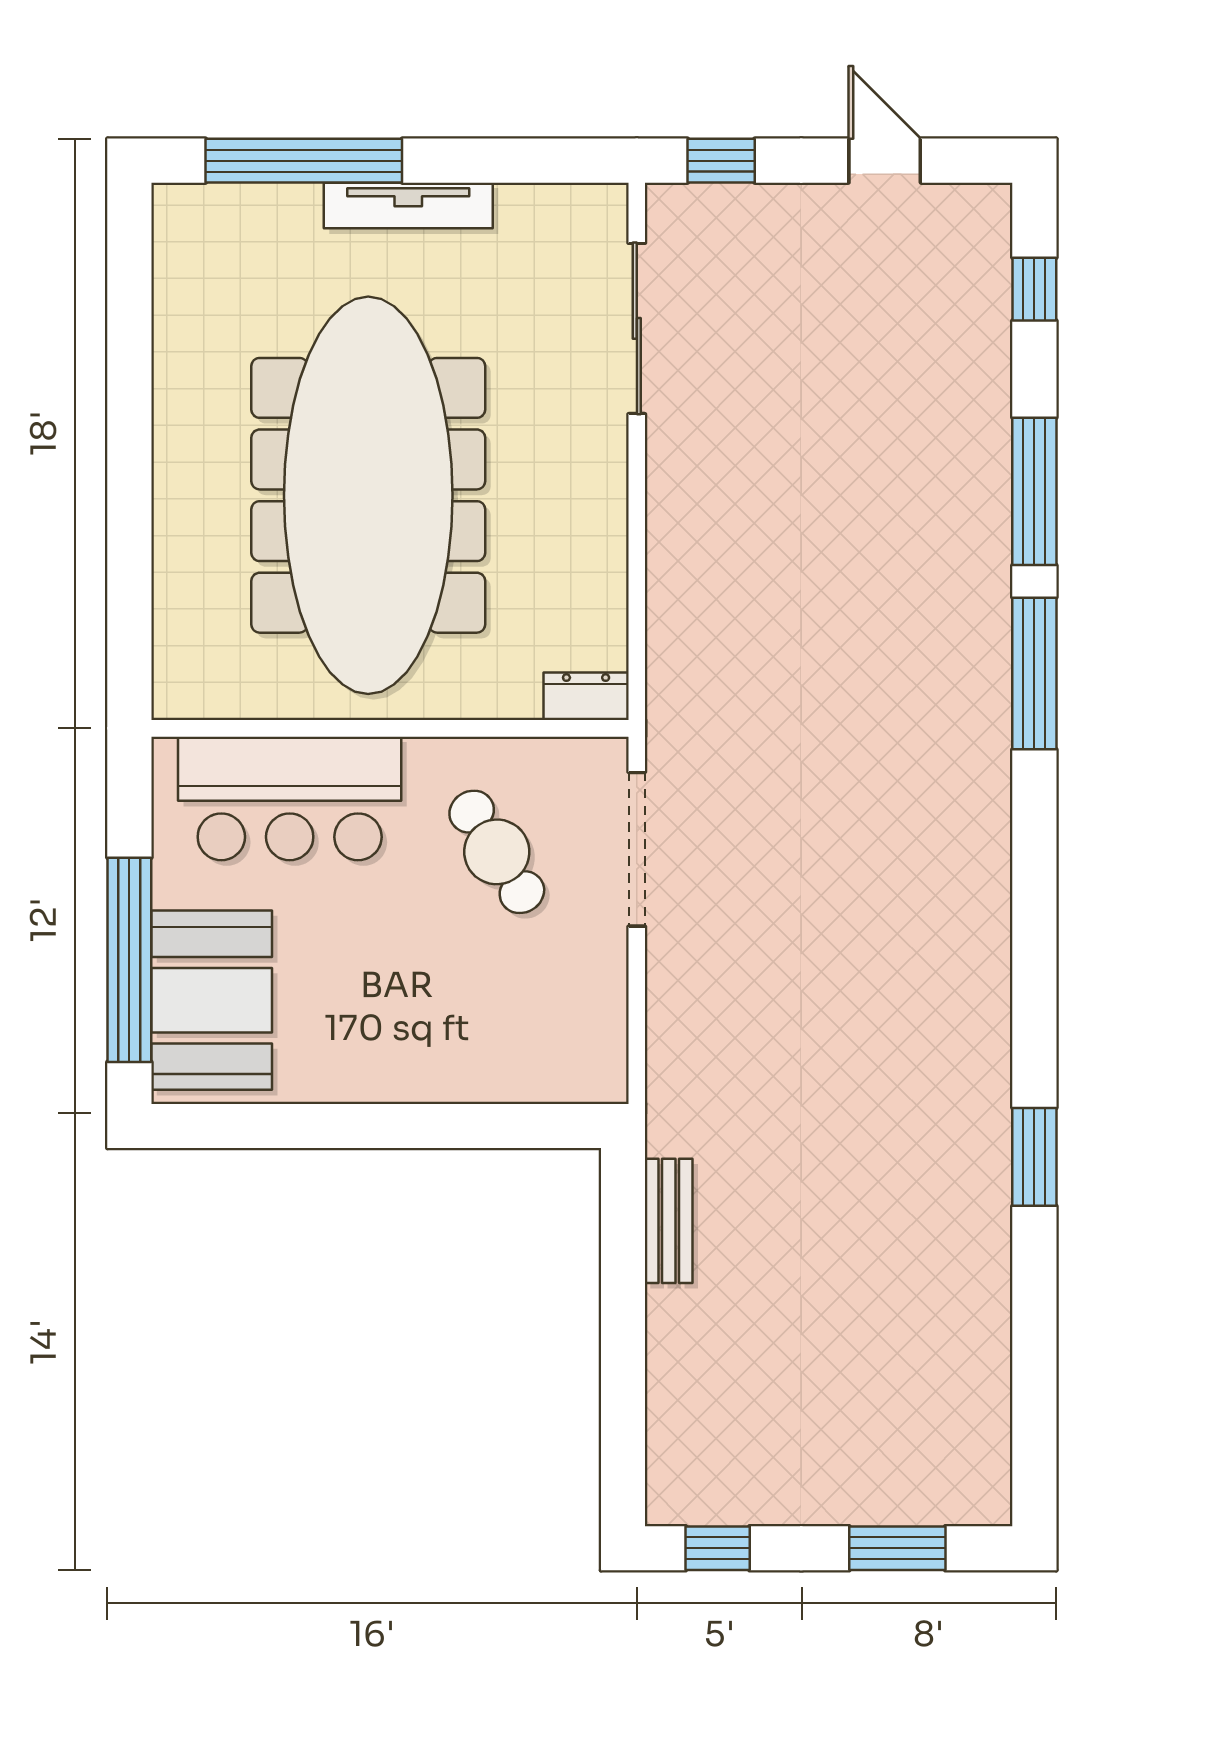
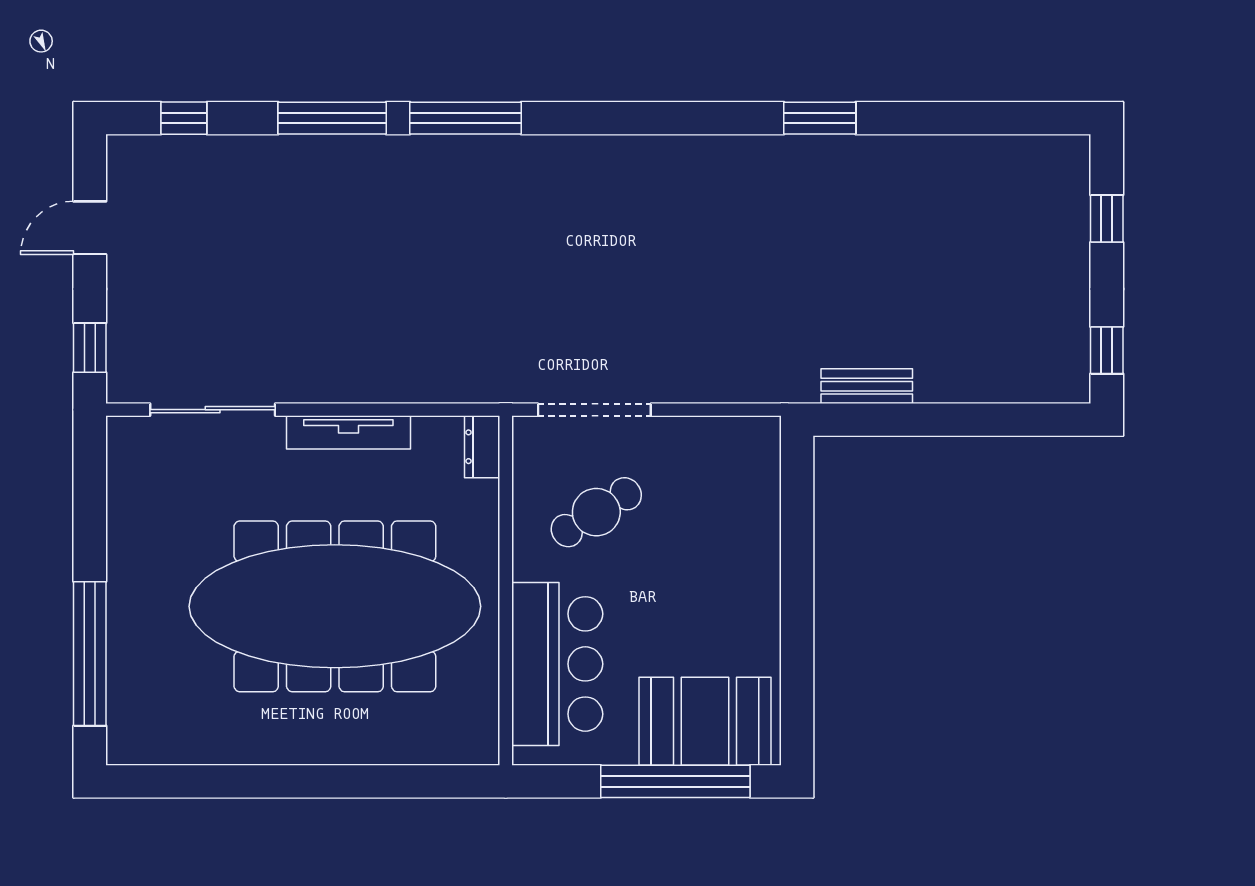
tv unit: (408, 205) -> (348, 432), moved, turned 90
window: (897, 1548) -> (1107, 219), width x0.67

